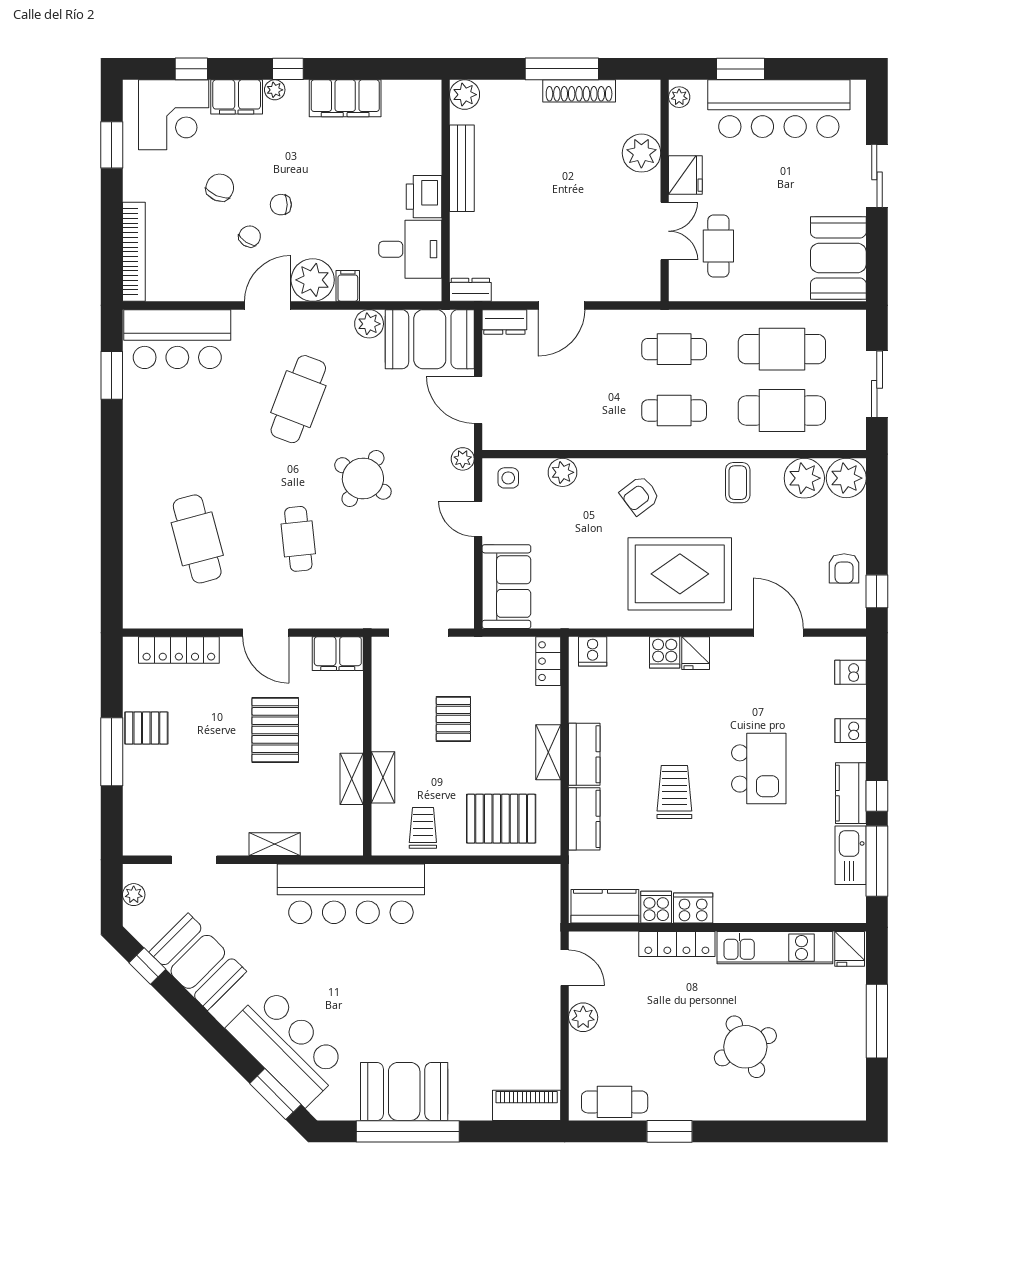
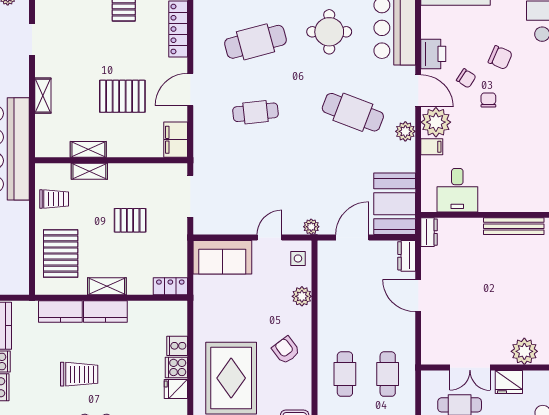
printer: (424, 197) -> (433, 54), moved, turned 90
plant: (369, 324) -> (405, 131), moved
round table: (363, 478) -> (329, 32), moved, turned -33
cooker: (593, 651) -> (177, 346), moved

